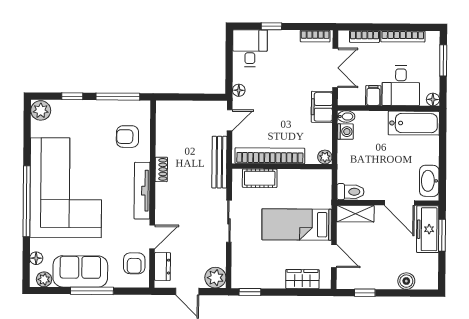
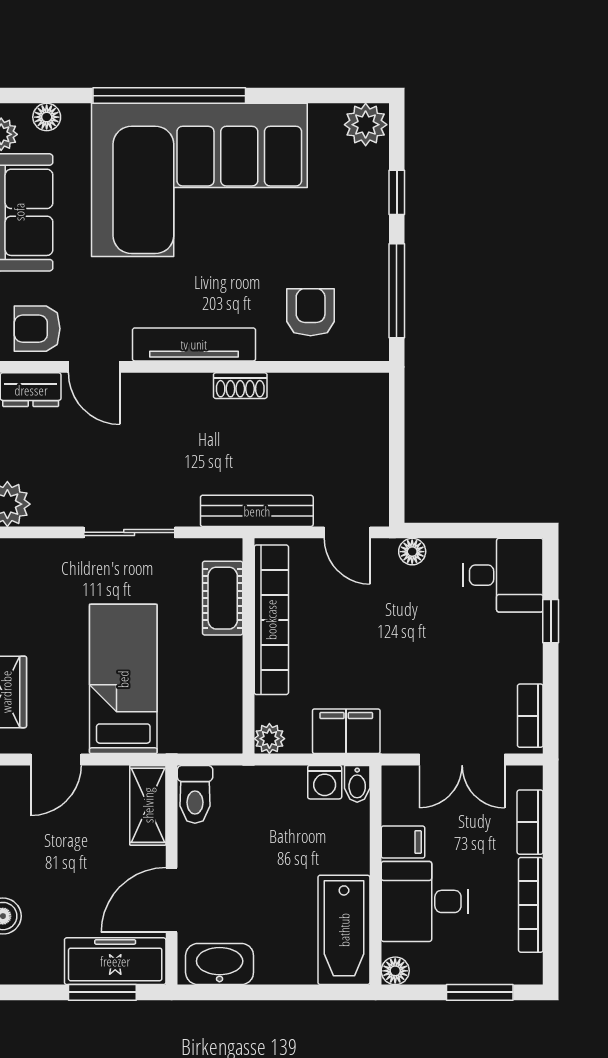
filing cabinet: (322, 107) -> (346, 731), moved

